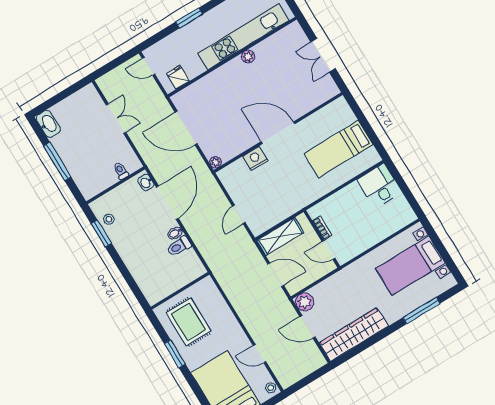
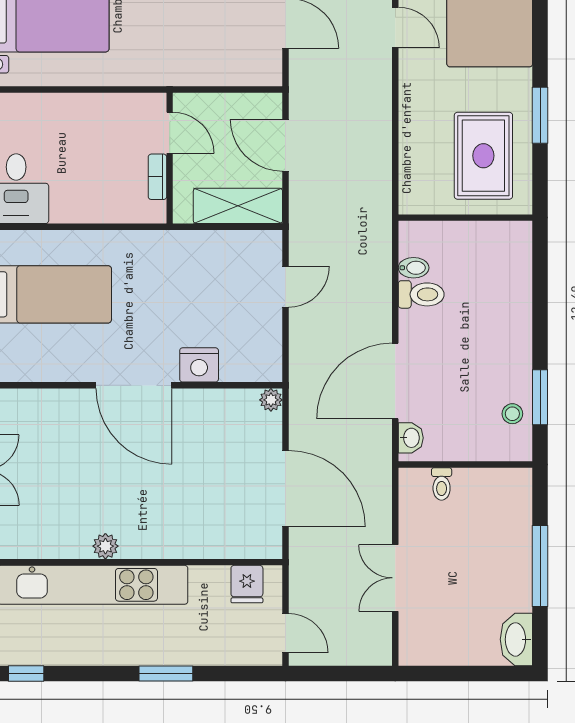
bidet: (175, 233) -> (414, 268), moved
plant: (305, 302) -> (265, 69), removed

